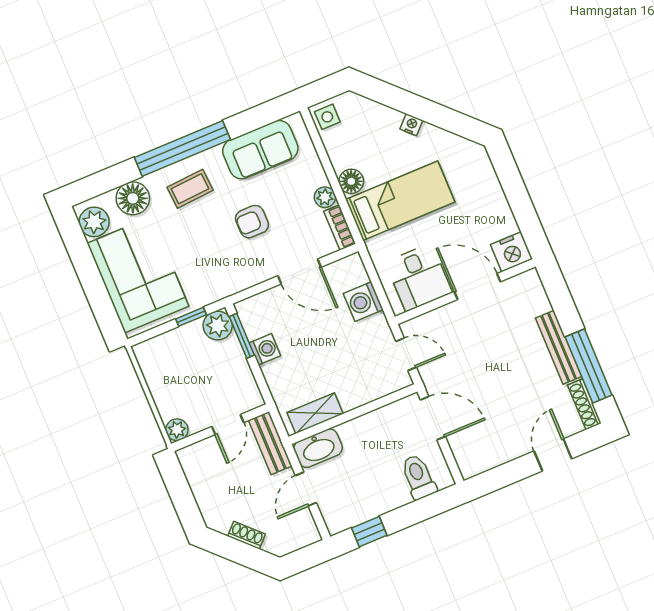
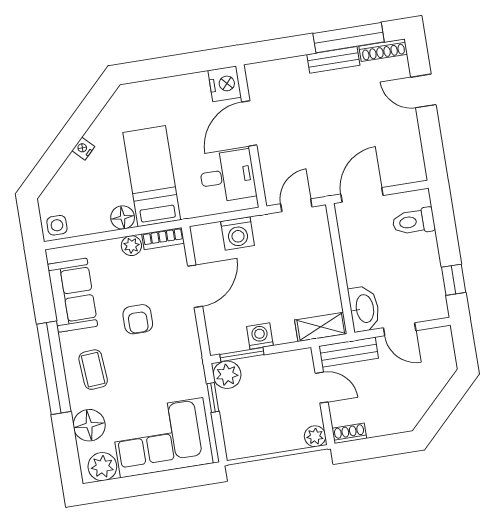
bench: (559, 347) -> (333, 60), width x0.73
shelving: (315, 413) -> (321, 327), moved, turned 90
shoe rack: (247, 535) -> (349, 433), moved, turned 45

